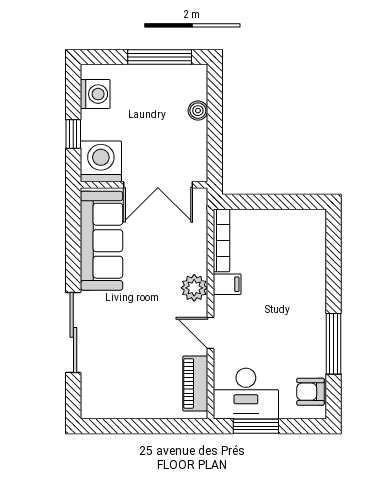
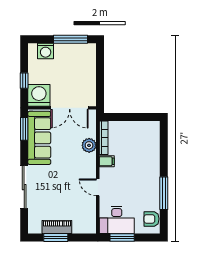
washing machine: (95, 94) -> (46, 51), moved, turned 90
boiler: (198, 111) -> (91, 68), removed
window: (73, 224) -> (24, 129), added
plant: (194, 288) -> (89, 145), moved
piano: (195, 383) -> (57, 227), moved, turned 90
window: (132, 426) -> (56, 238), added

